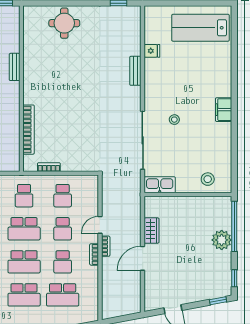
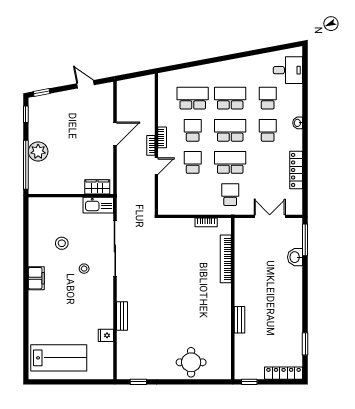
stool: (208, 179) -> (62, 243), moved
school desk: (63, 196) -> (193, 195), removed
wardrobe: (152, 231) -> (97, 187), moved, turned 90

